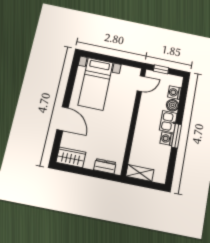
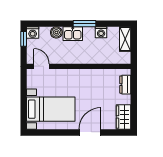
window: (161, 69) -> (24, 39), moved
washing machine: (175, 93) -> (33, 33), moved
washing machine: (167, 139) -> (101, 32), moved
shelving: (140, 173) -> (125, 39), moved

